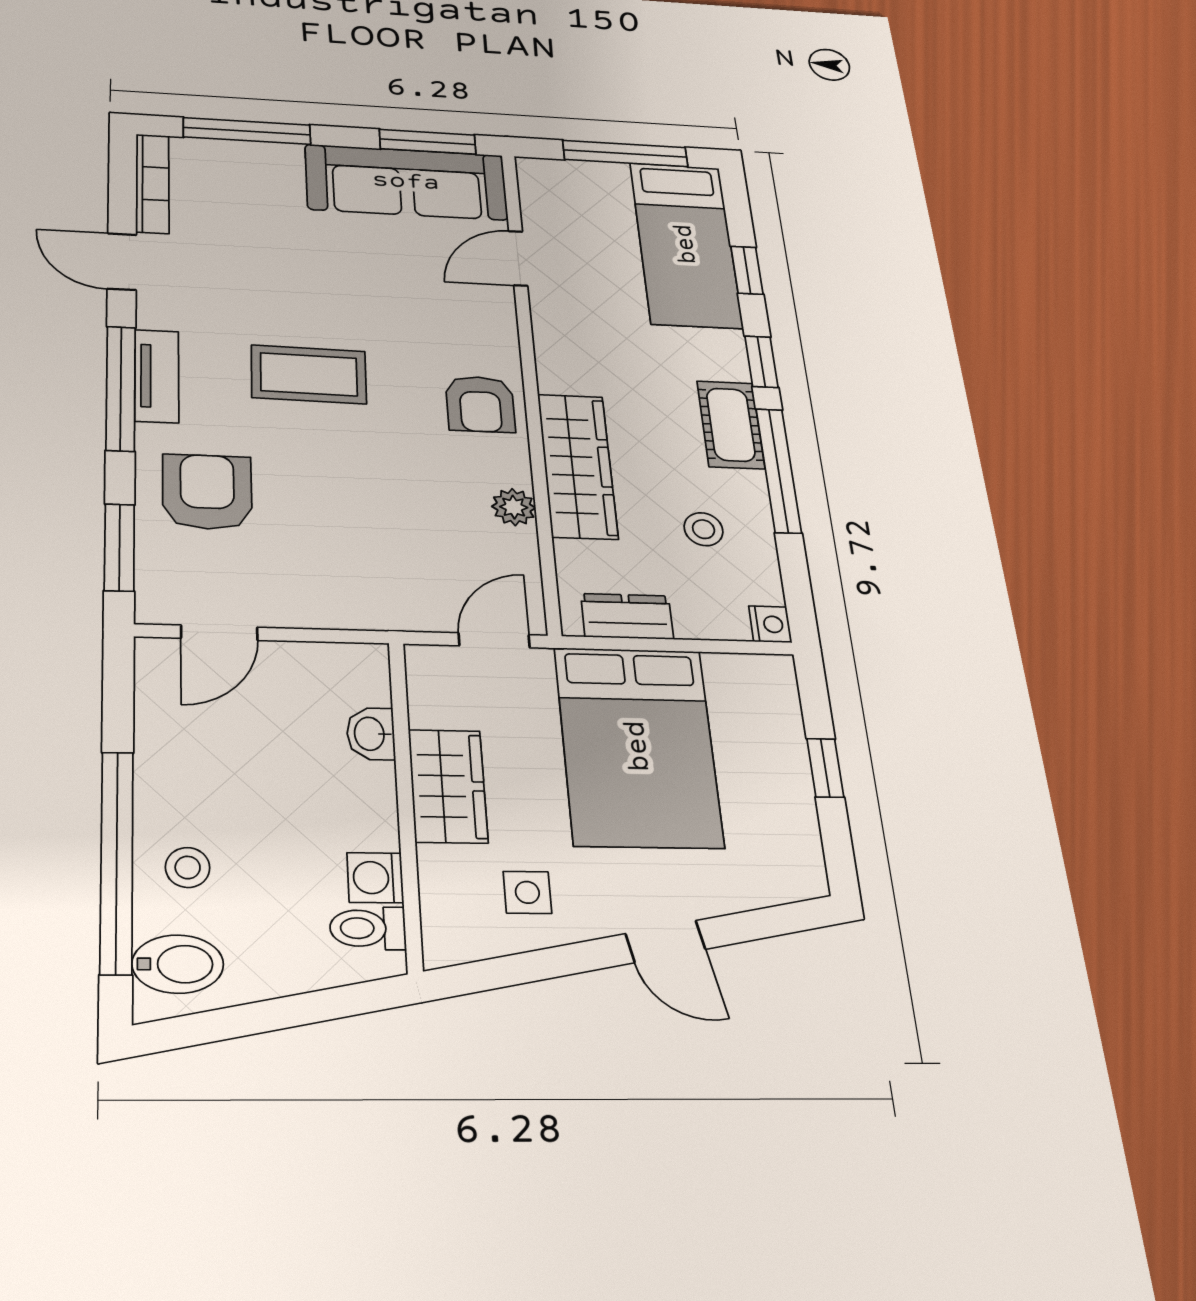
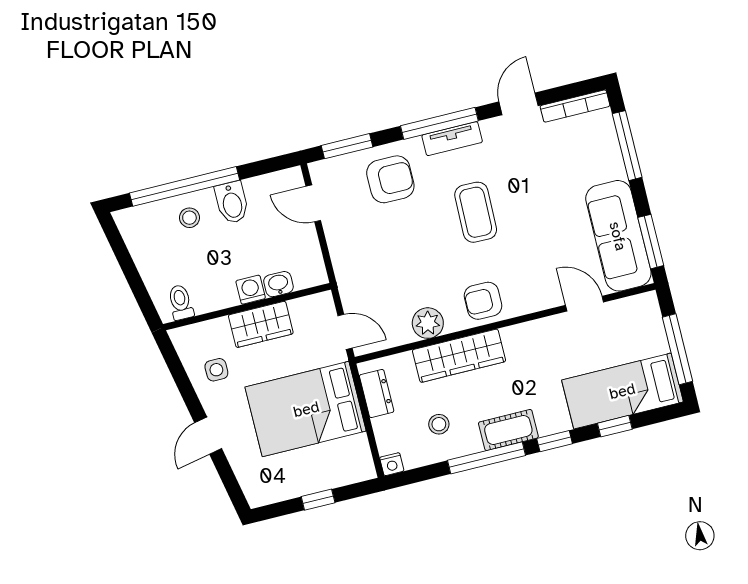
plant: (514, 507) -> (428, 323), width x1.38, depth x1.38
washing machine: (375, 878) -> (251, 290), moved
bidet: (178, 964) -> (232, 202), moved

